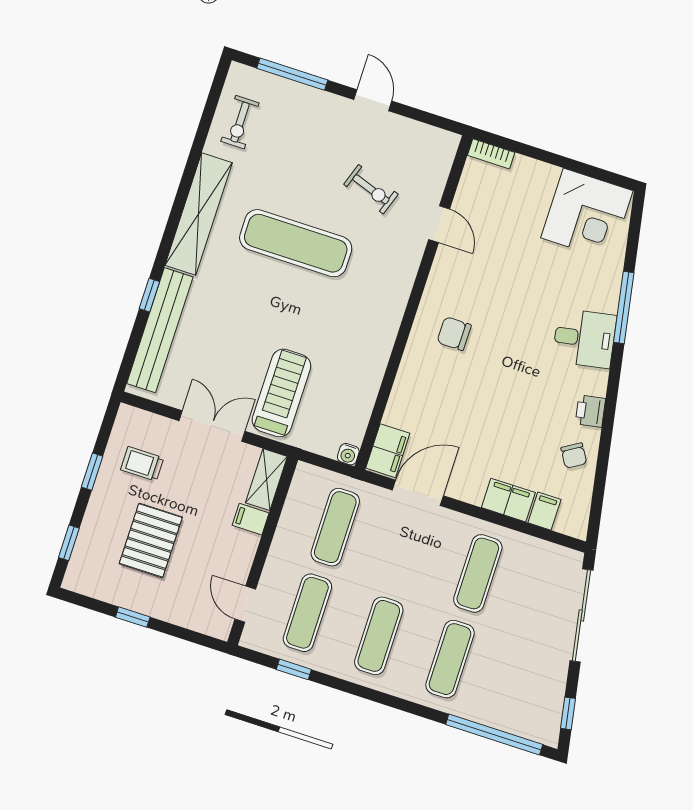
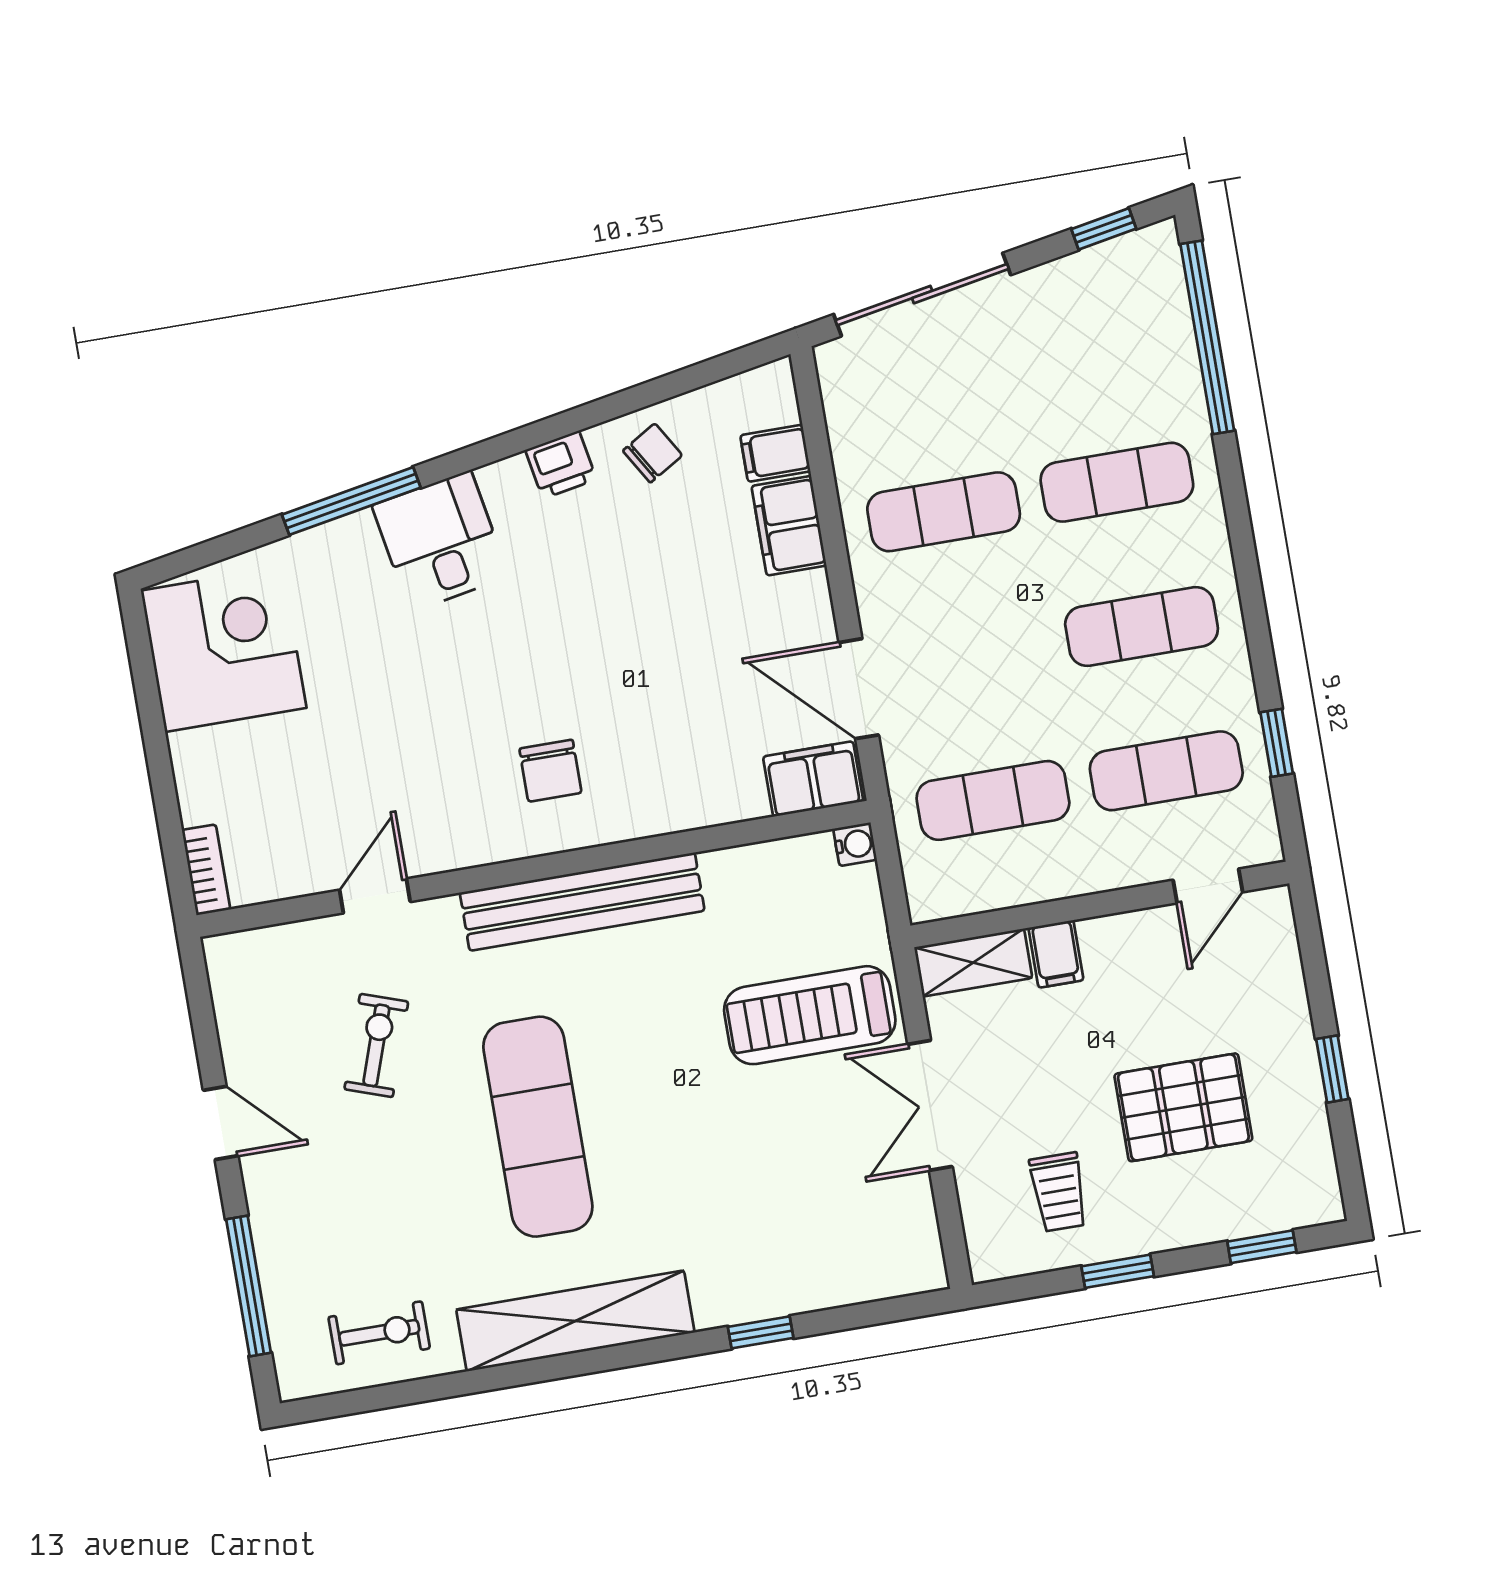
door: (373, 100) -> (221, 1123), swing flipped
bench: (160, 330) -> (582, 902), moved

